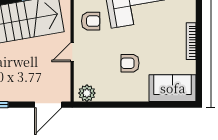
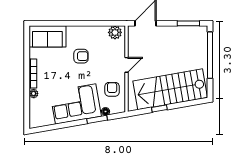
plant: (190, 16) -> (34, 94), added
armchair: (91, 21) -> (112, 89), turned 90

